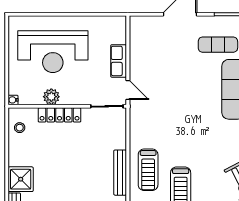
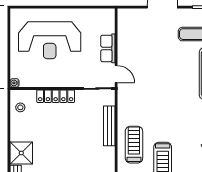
plant: (51, 97) -> (48, 80), removed
treadmill: (148, 170) -> (134, 145), turned 180
bench: (120, 173) -> (109, 126), moved

